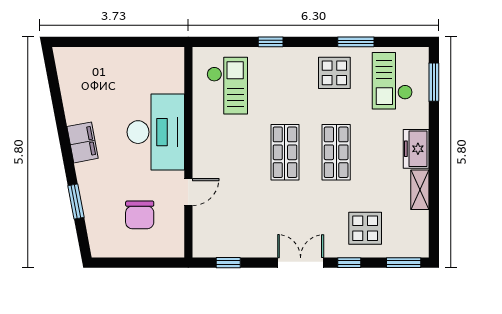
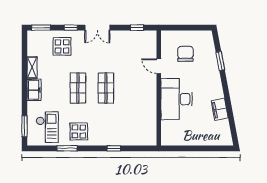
checkout: (227, 86) -> (138, 124), removed
filing cabinet: (83, 142) -> (220, 109), moved
door: (188, 192) -> (159, 66), hinge flipped

